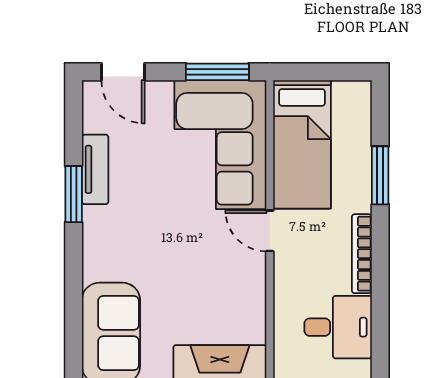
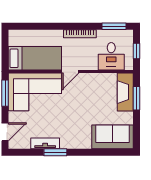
window: (380, 175) -> (114, 26), moved
desk: (338, 327) -> (111, 56), moved, turned 180

